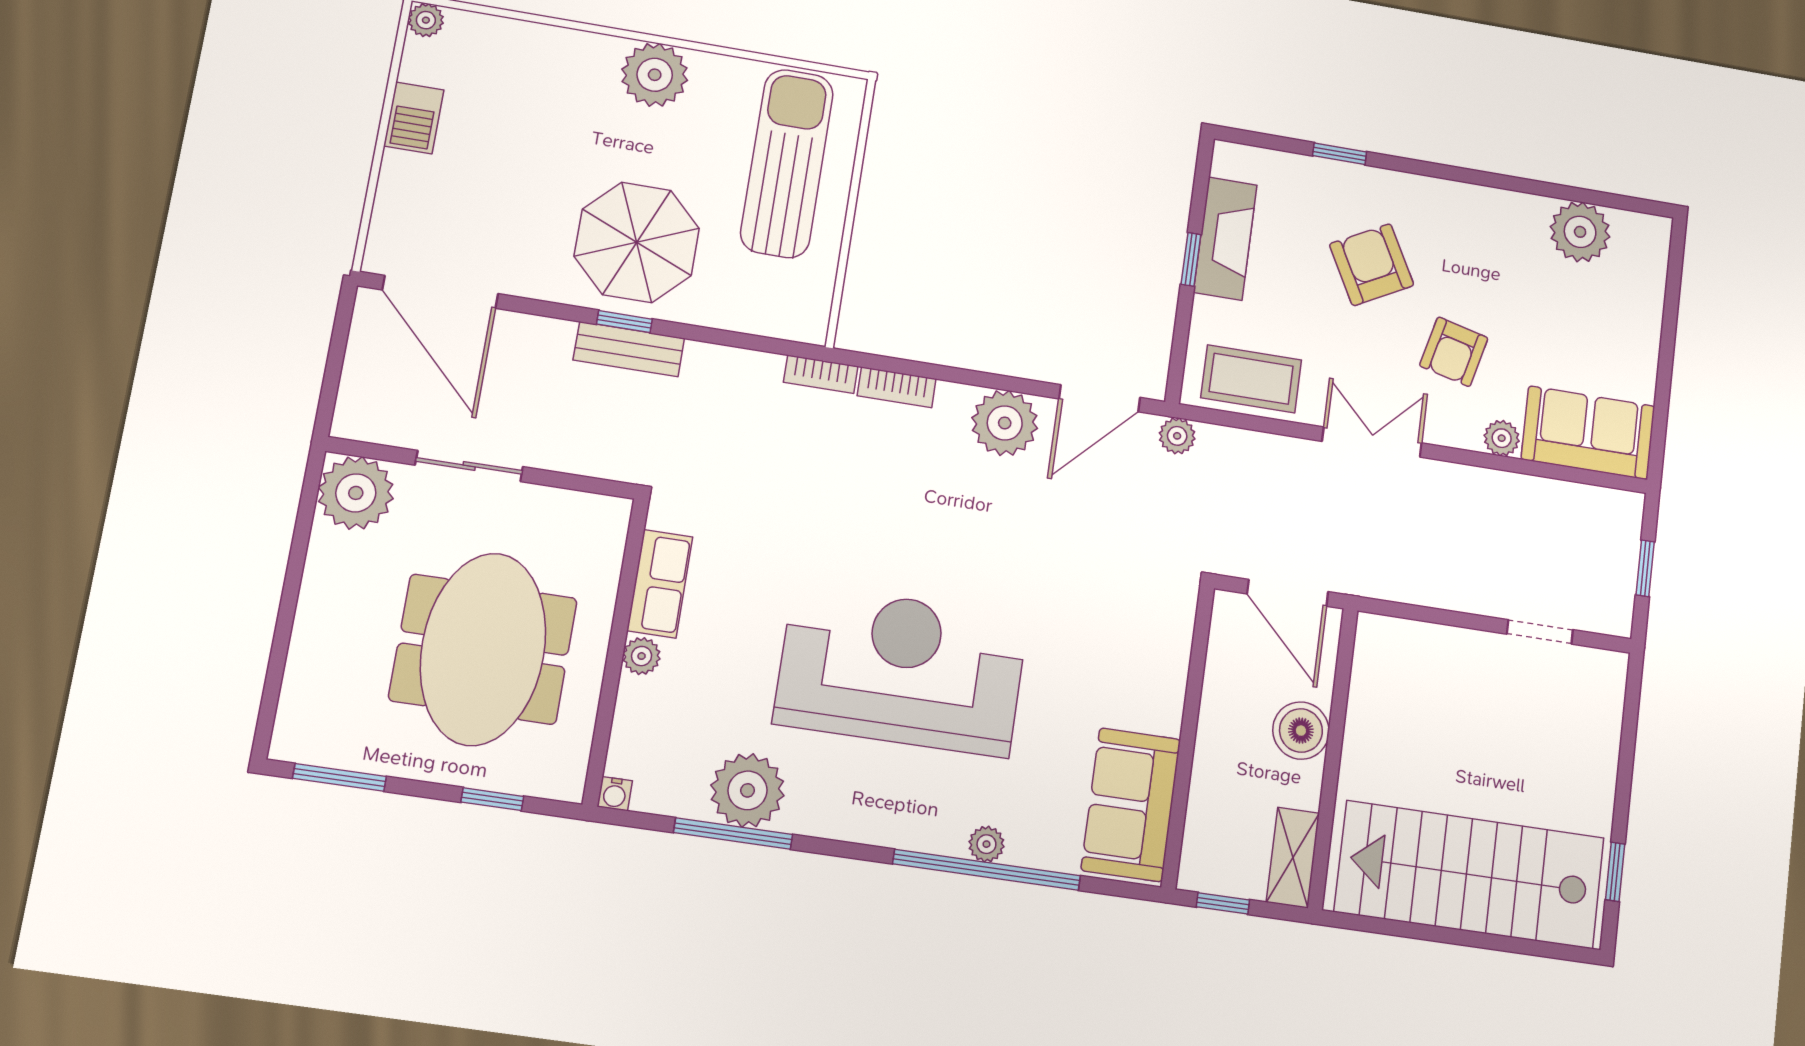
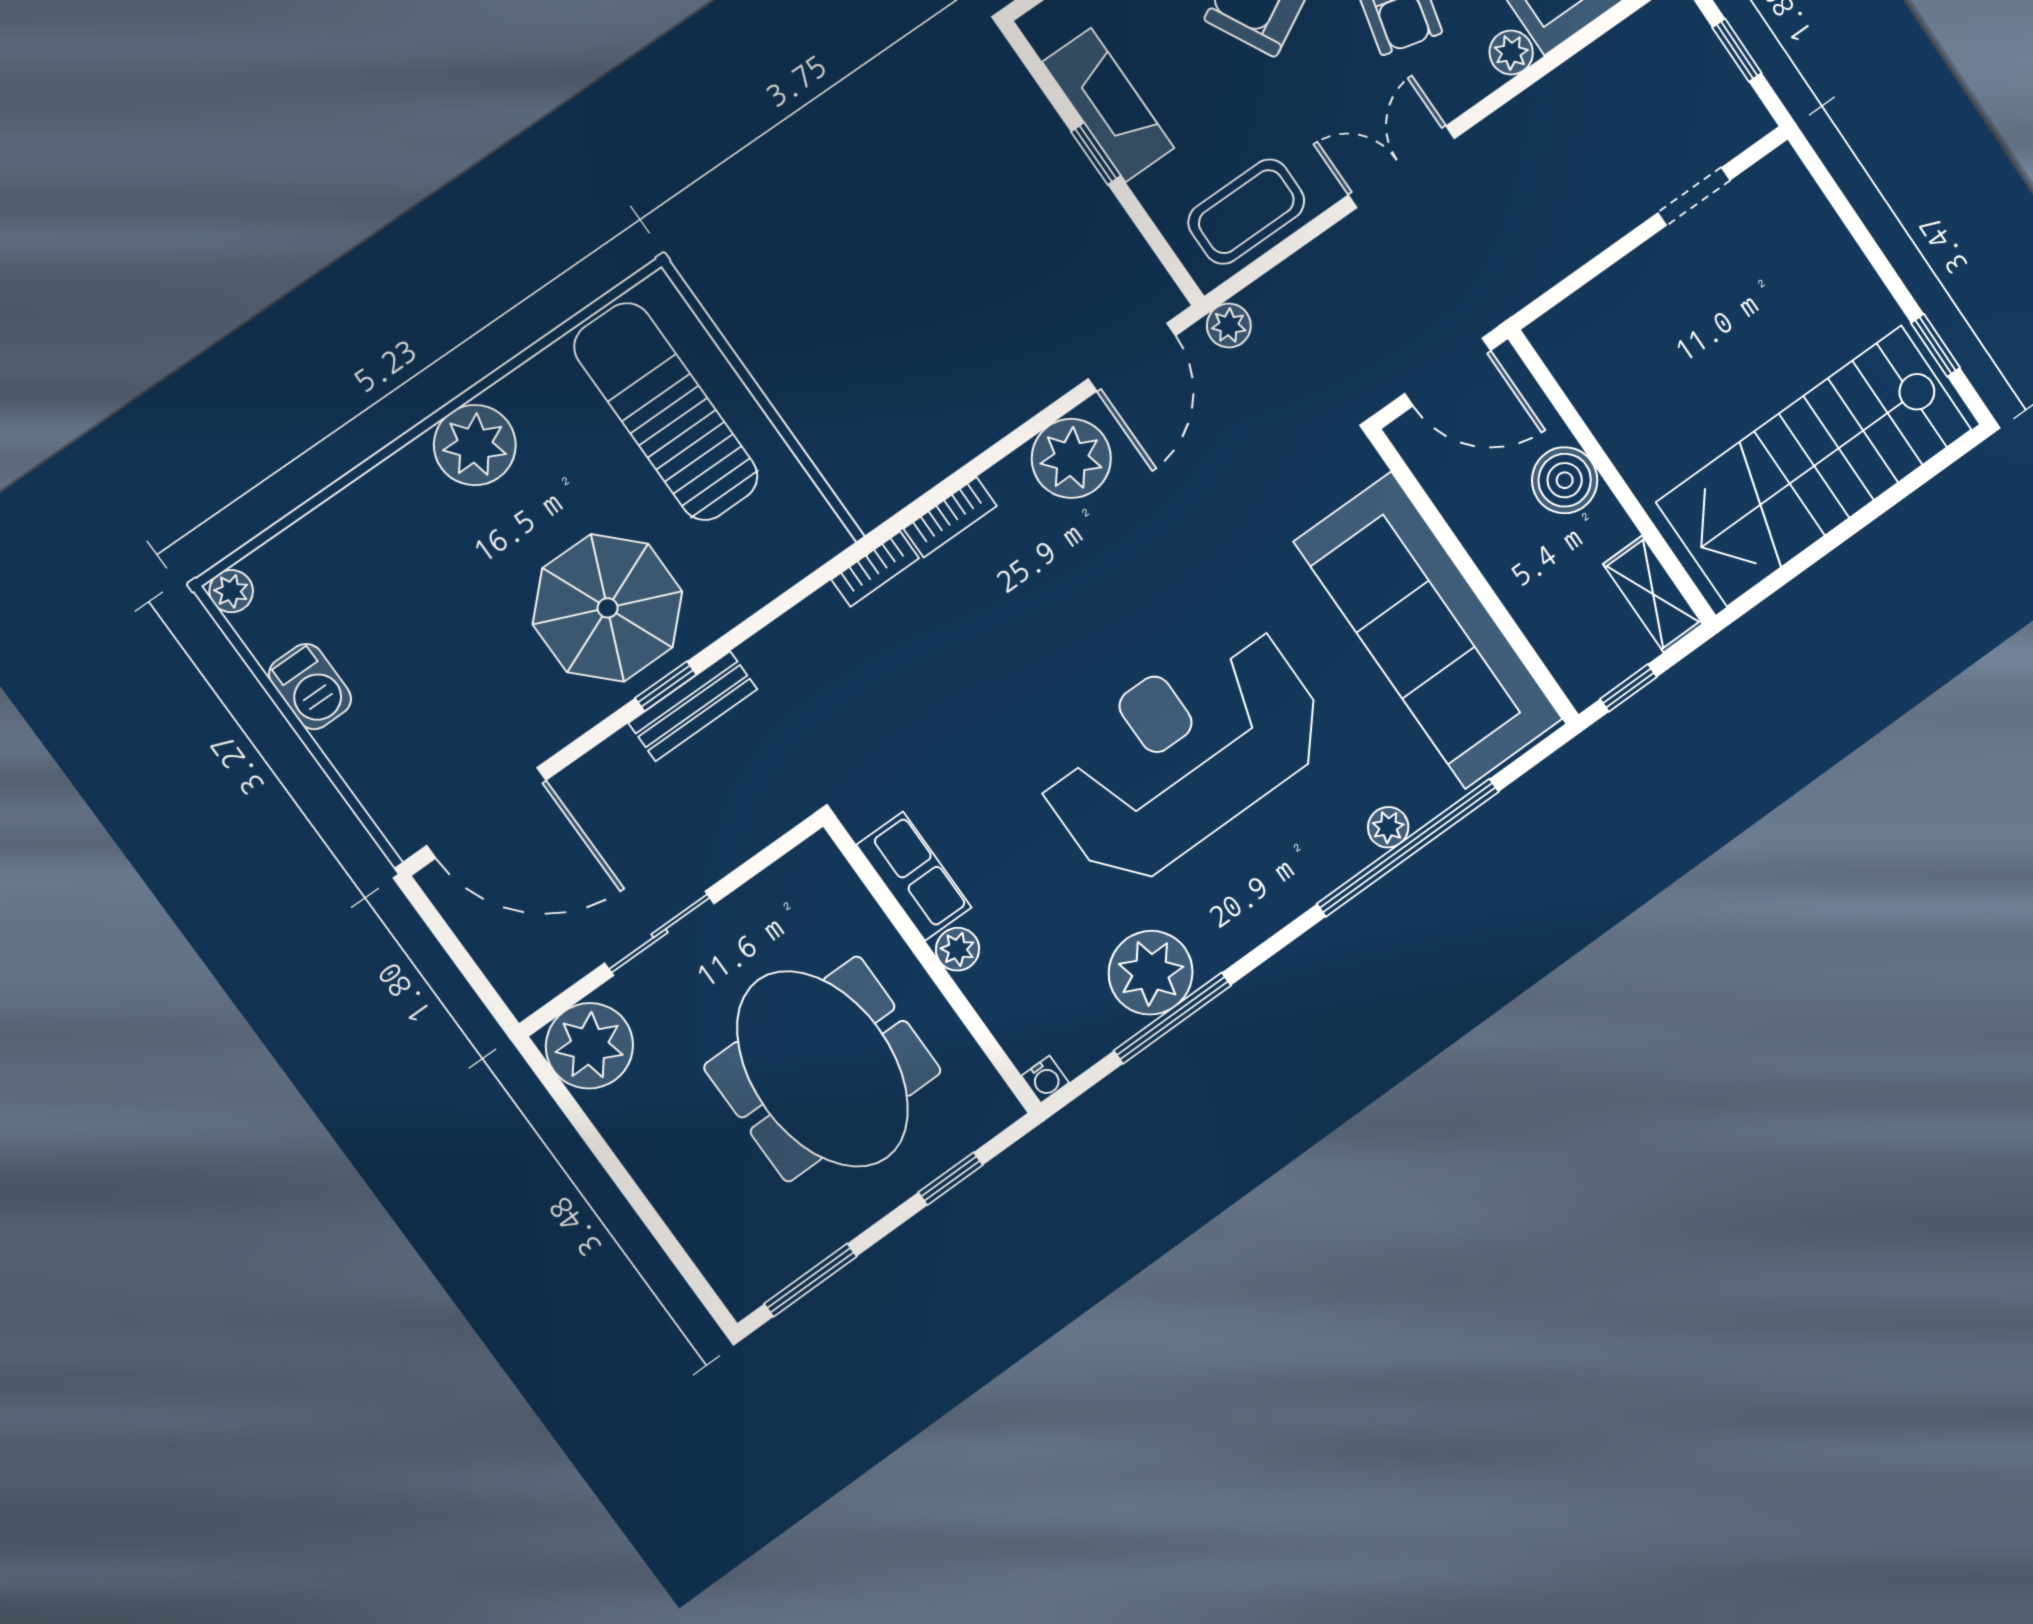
sofa: (1131, 805) -> (1428, 631), width x1.85, depth x1.27

